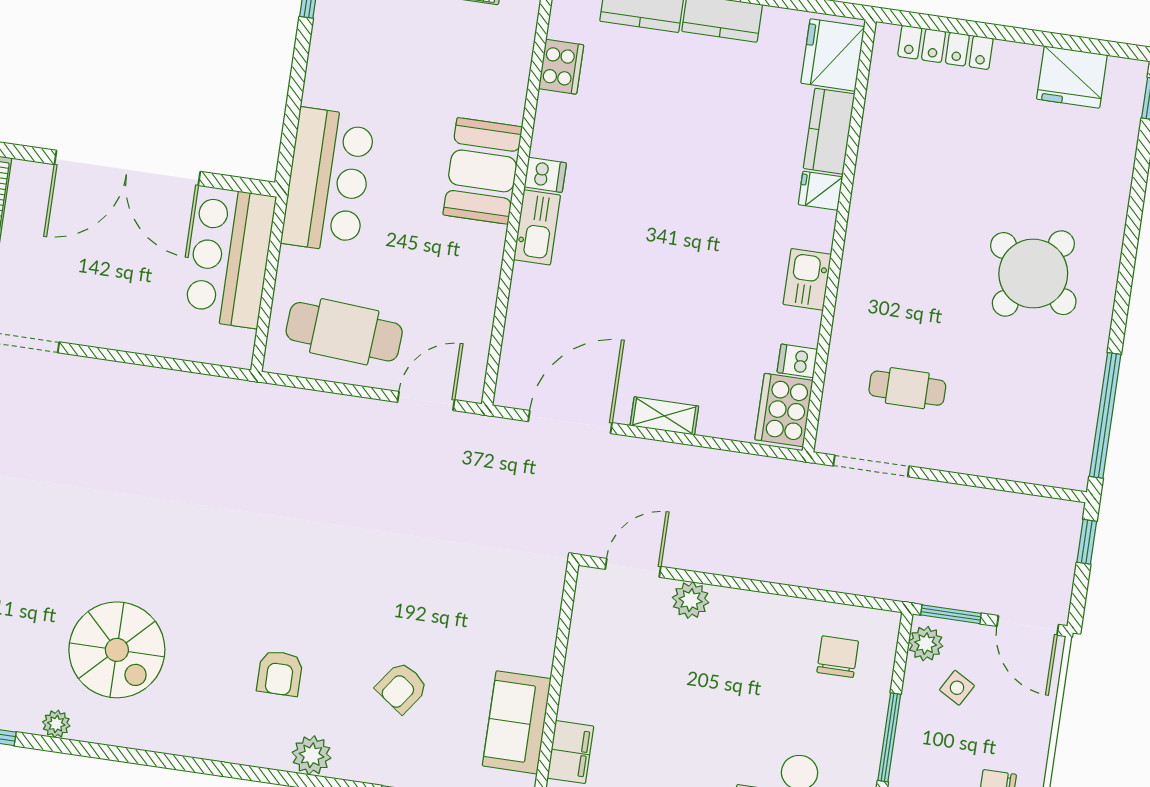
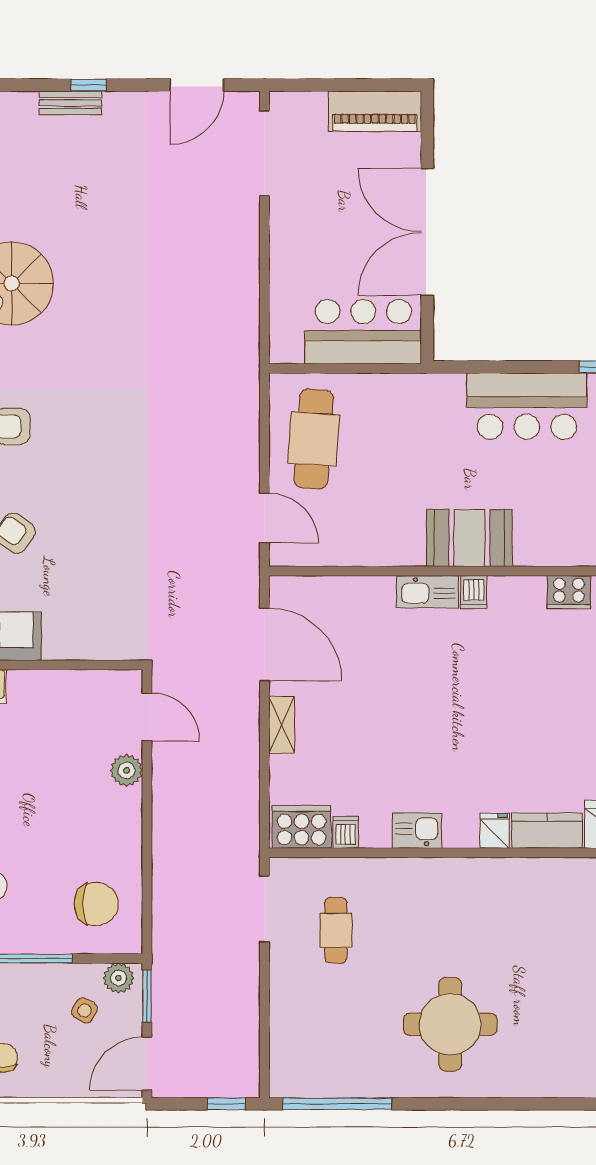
bar counter: (328, 180) -> (527, 406), moved
round table: (1033, 274) -> (450, 1024), turned -35
chair: (838, 657) -> (96, 904), width x1.37, depth x1.37

